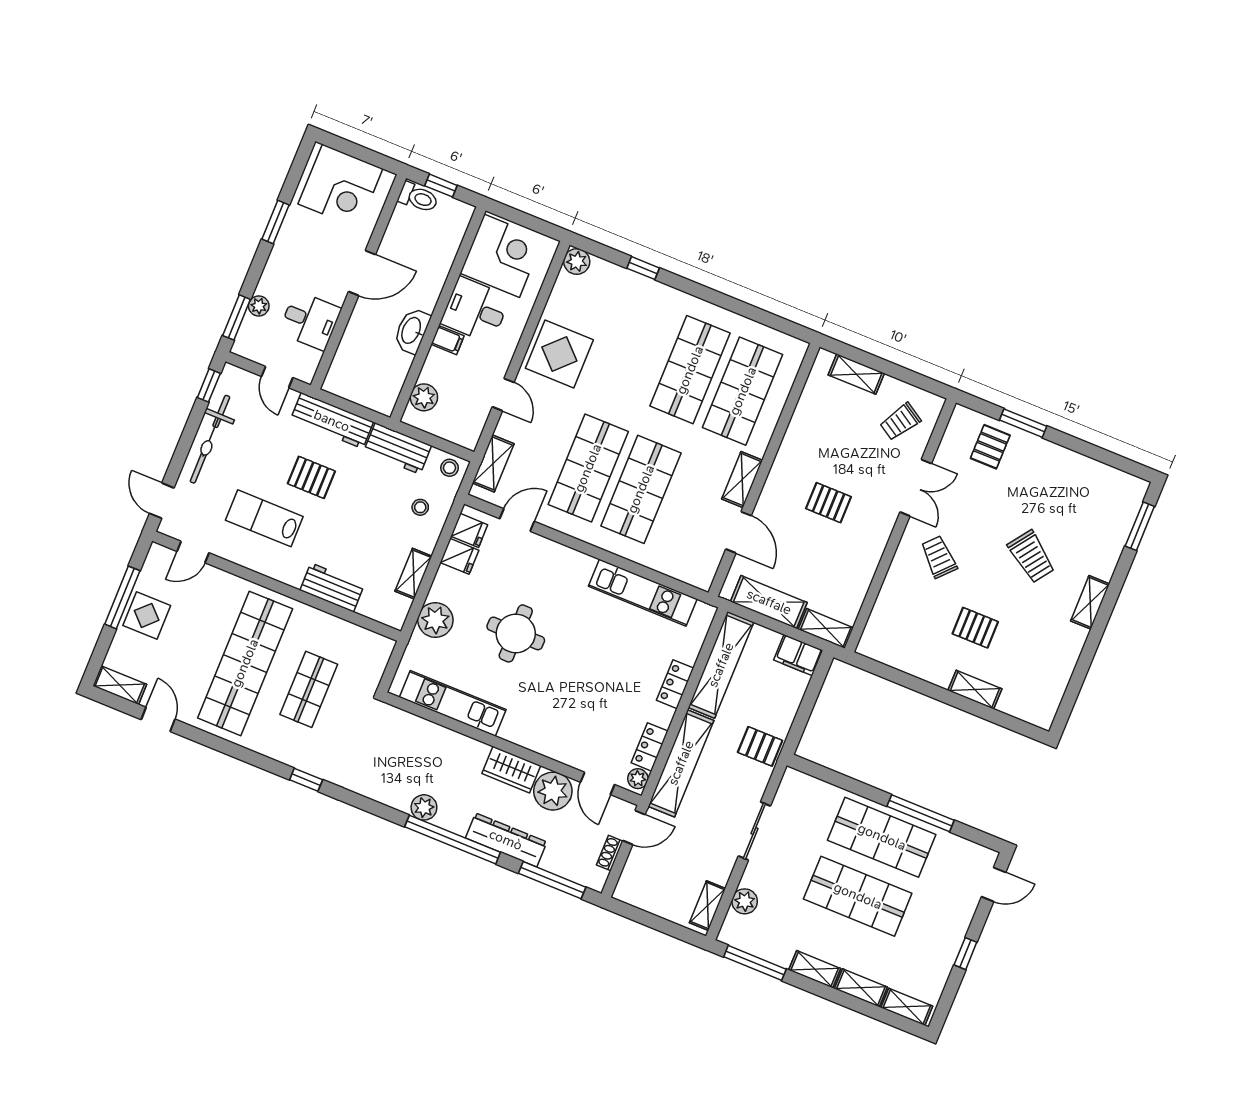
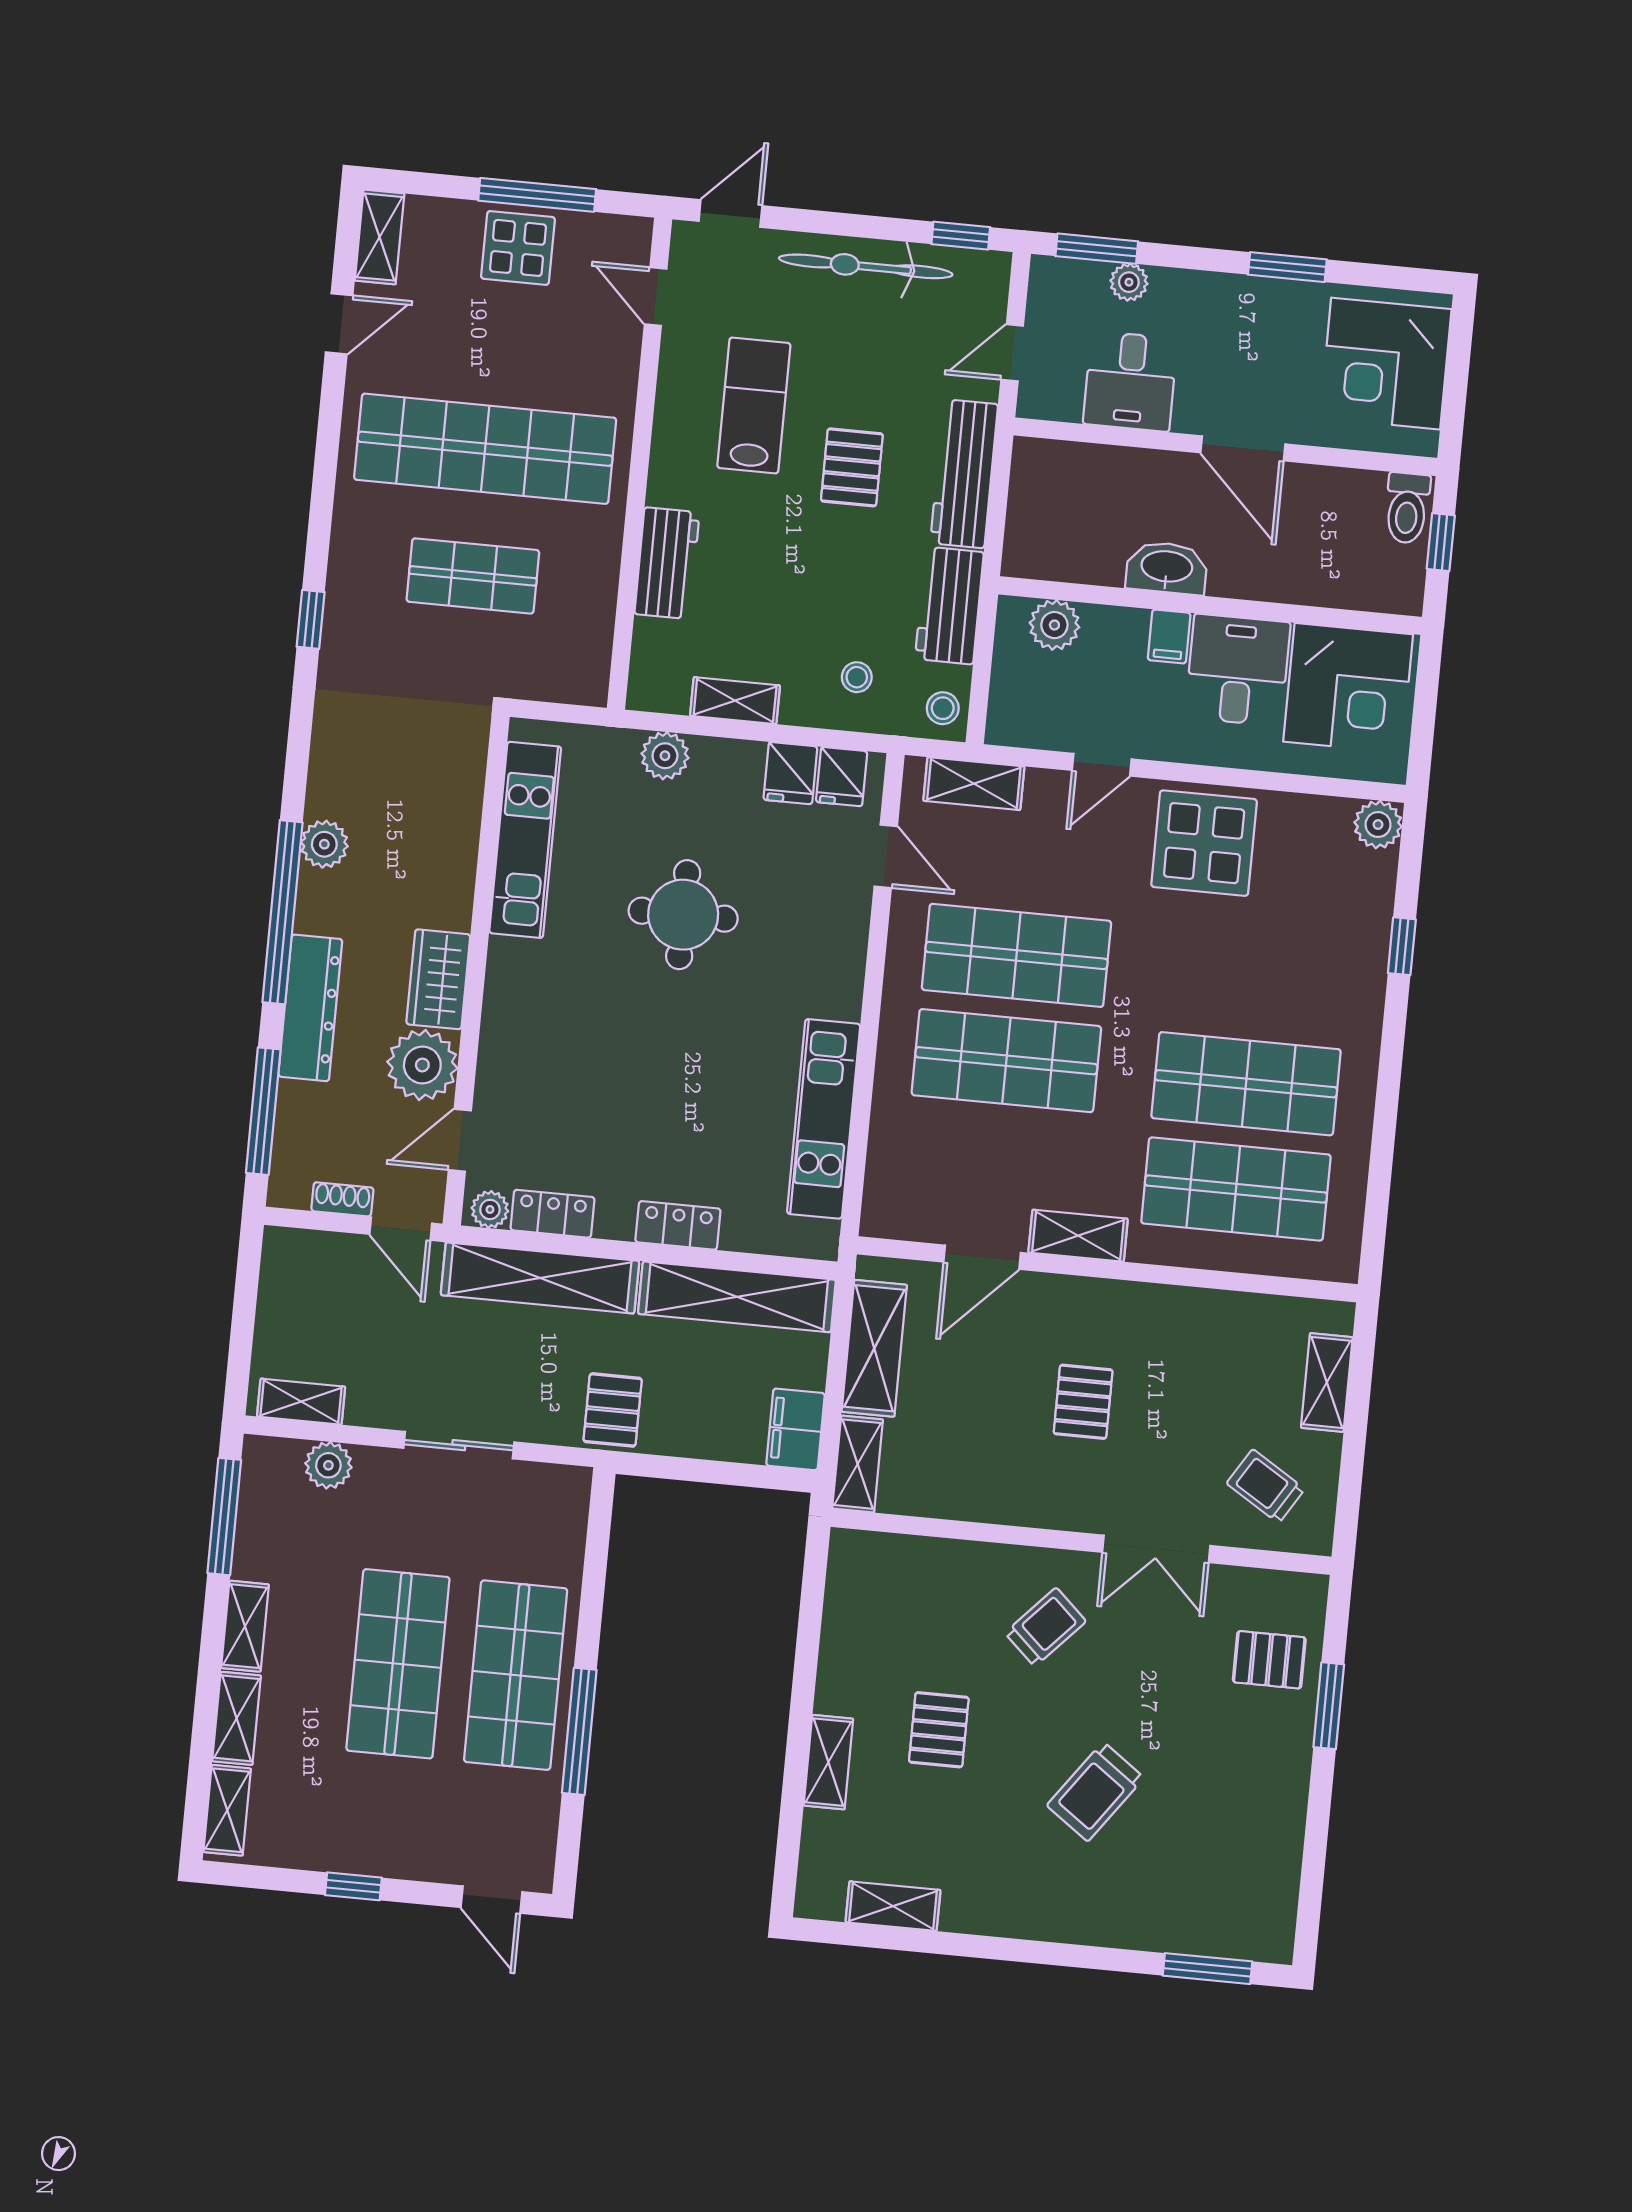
shelving: (1090, 602) -> (893, 1906), moved
plant: (435, 620) -> (665, 756), width x0.73, depth x0.73

